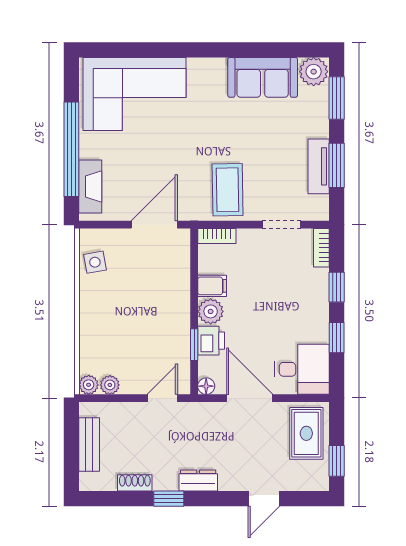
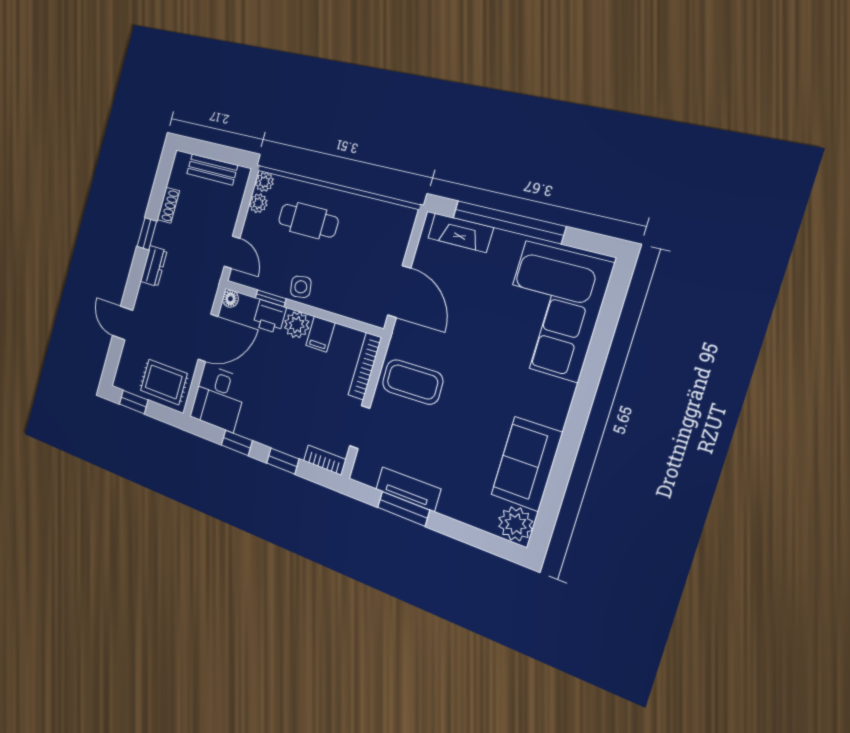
window: (337, 98) -> (477, 538), removed
bookcase: (217, 236) -> (365, 366), width x1.56
side table: (95, 262) -> (301, 287), moved
cafe table: (114, 329) -> (308, 221), added

